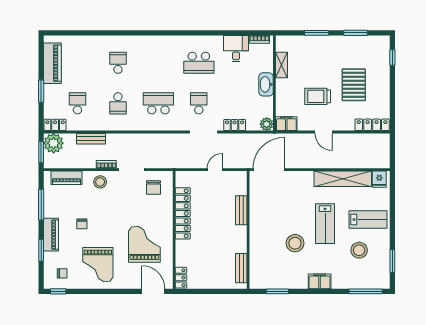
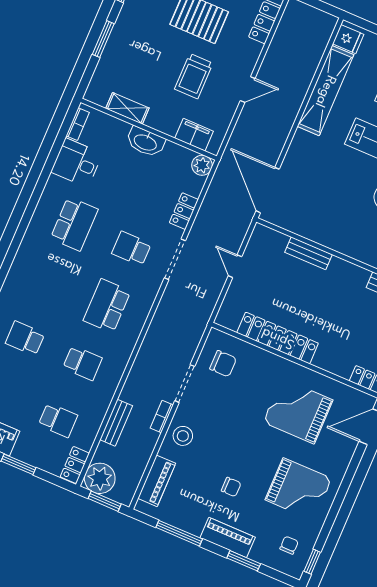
school desk: (77, 103) -> (58, 420), turned 180
filing cabinet: (286, 124) -> (194, 135), moved, turned 90

